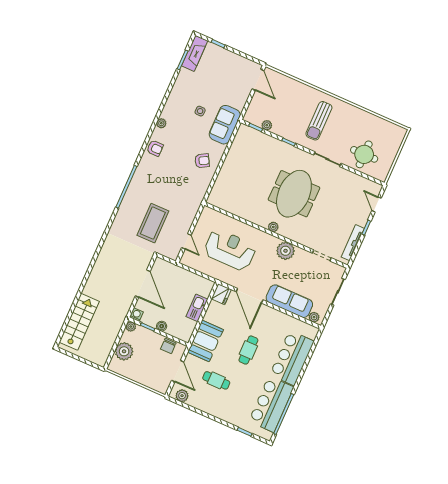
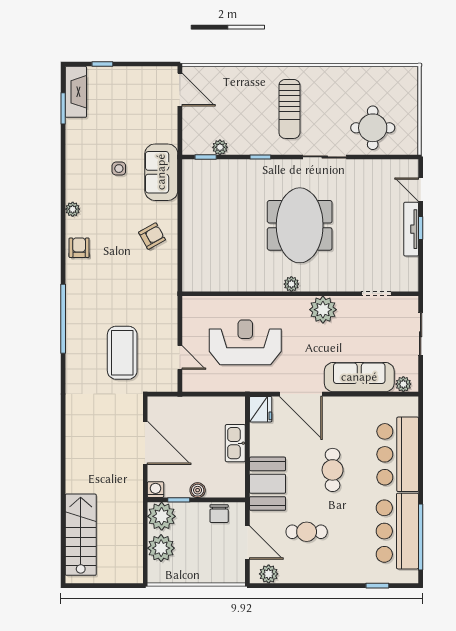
armchair: (155, 148) -> (79, 248), turned -90
tv unit: (353, 243) -> (411, 229), moved
plant: (131, 327) -> (162, 516), width x1.87, depth x1.87

